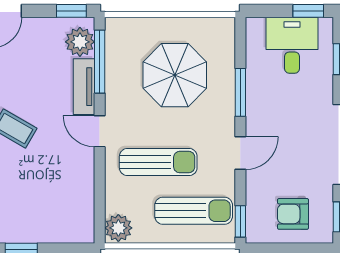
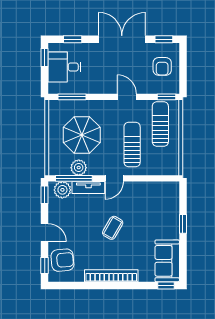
window: (240, 92) -> (72, 97), moved
plant: (118, 228) -> (79, 168), moved

